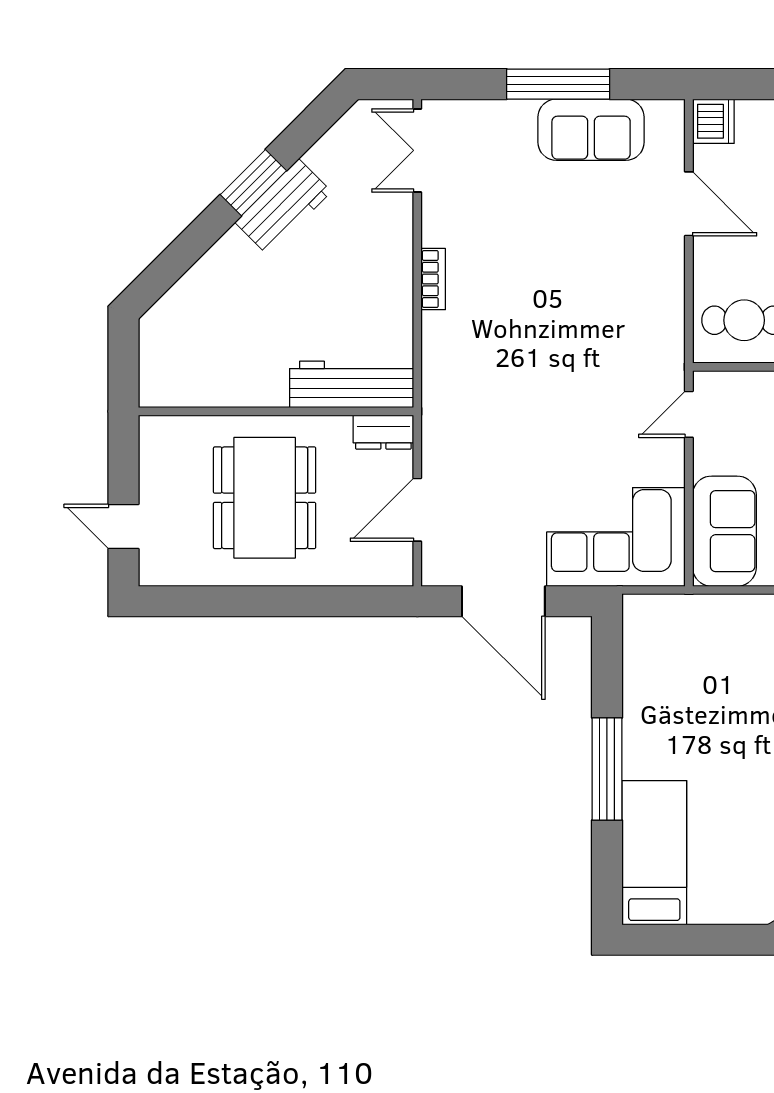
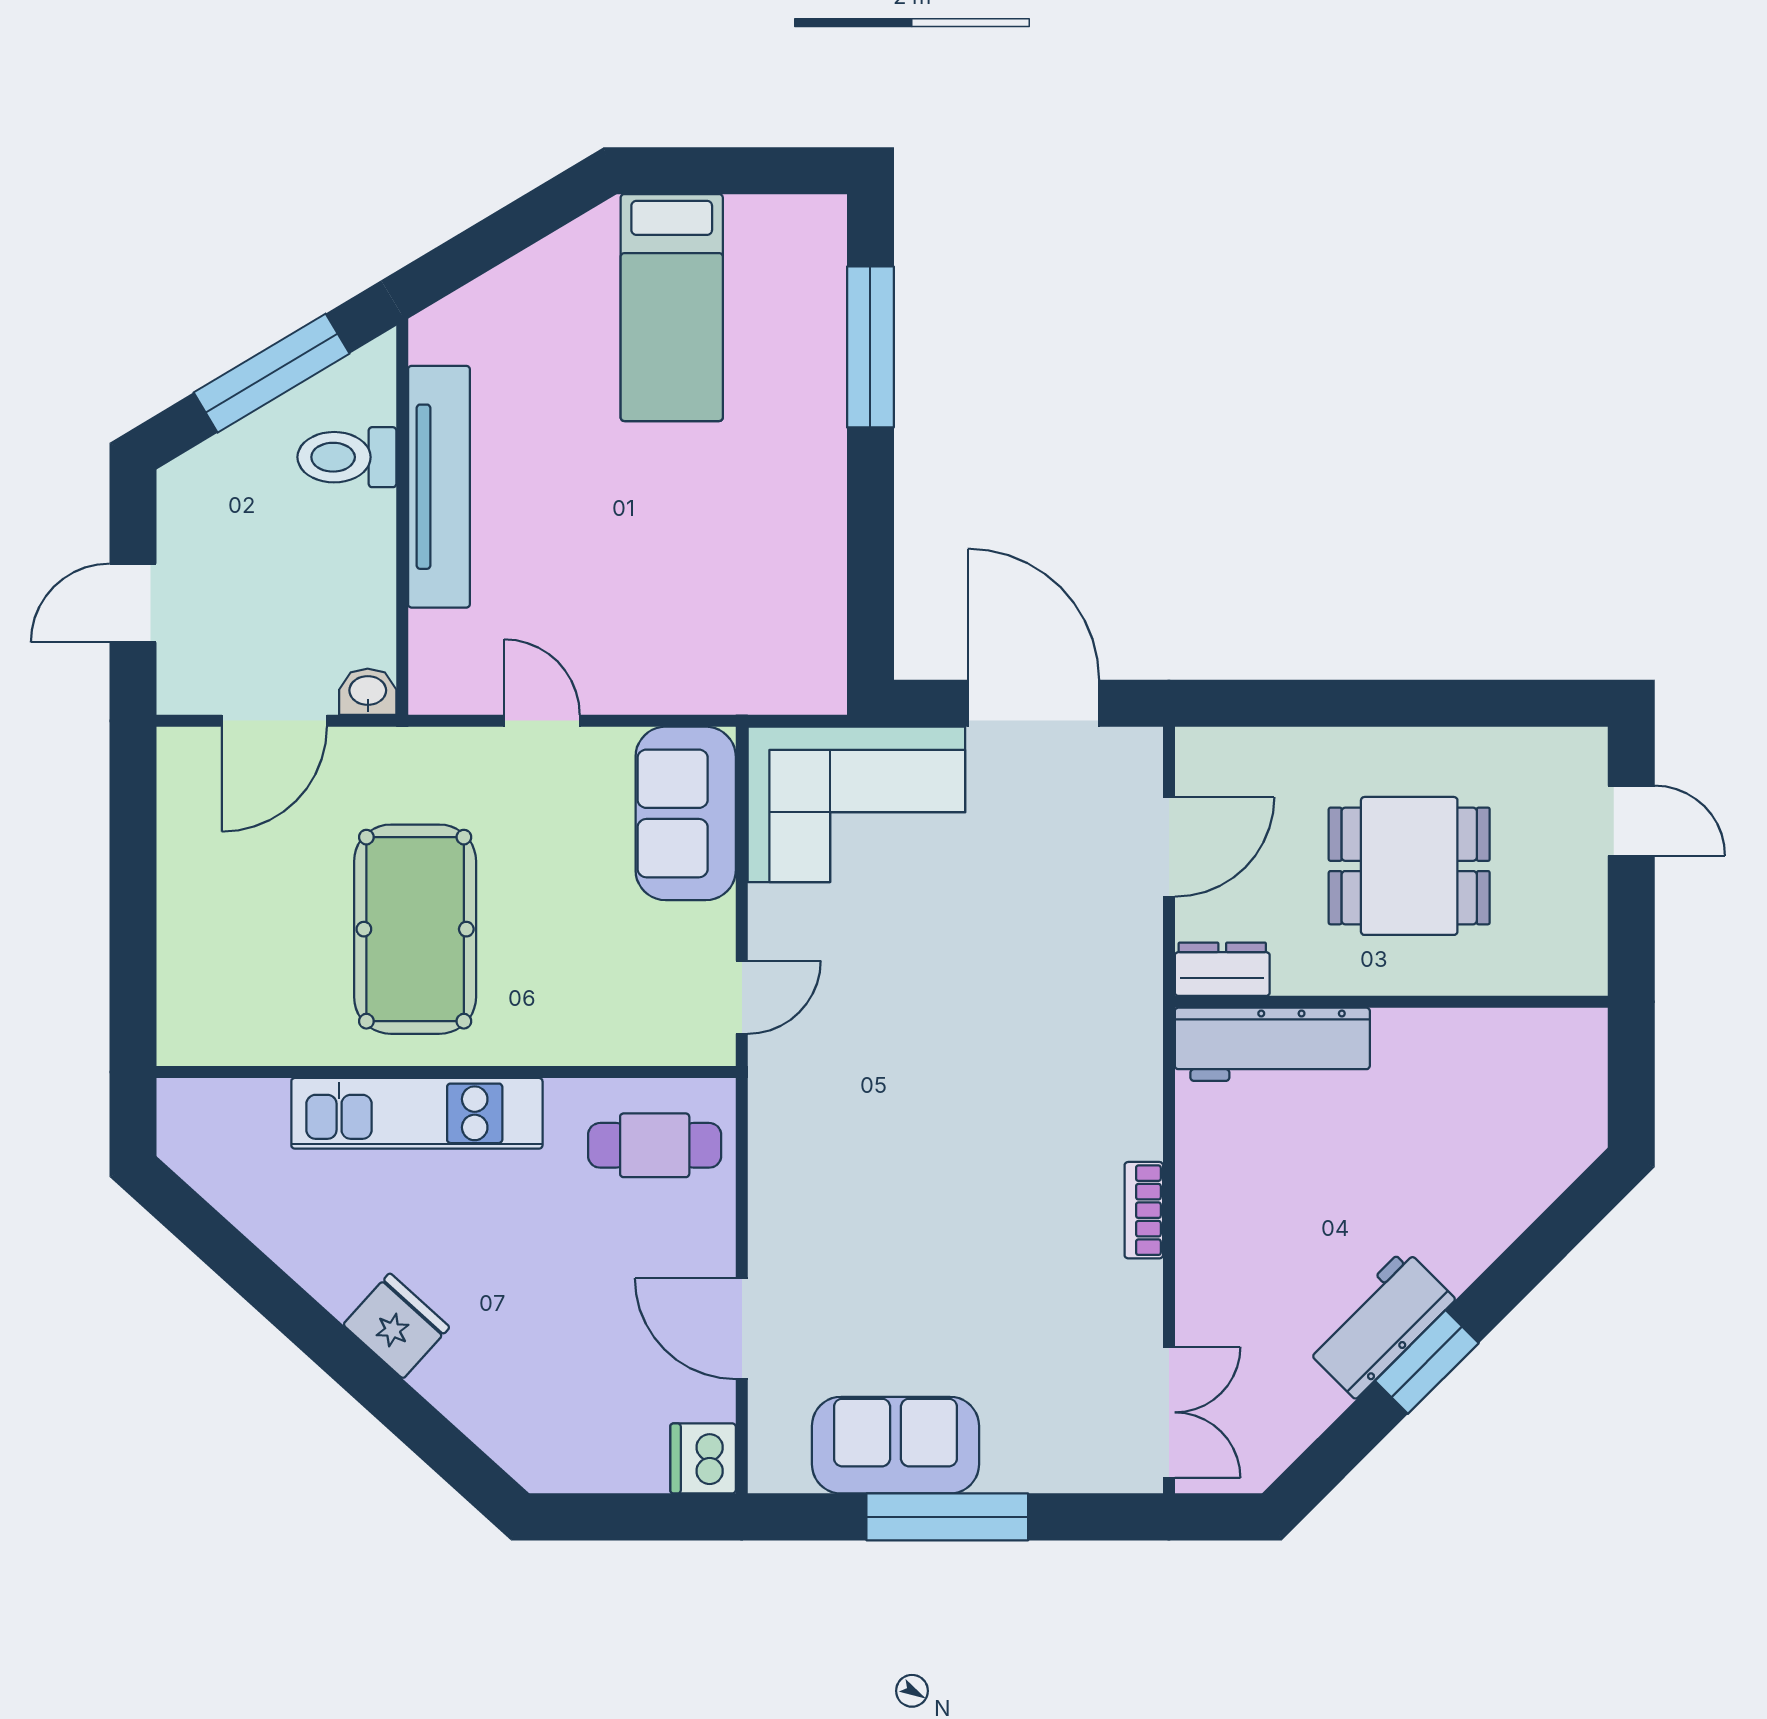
dining table: (265, 498) -> (1409, 866), width x0.73
window: (607, 769) -> (870, 347), moved
bed: (654, 853) -> (672, 308), moved

